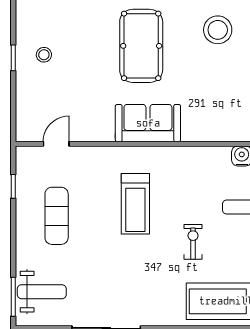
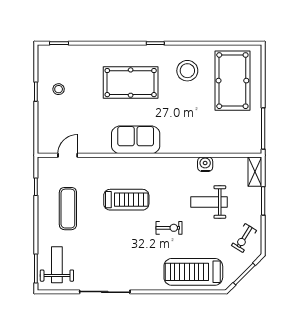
pool table: (141, 46) -> (131, 83), turned 90
treadmill: (135, 204) -> (126, 200), turned -90
exercise bike: (193, 242) -> (169, 228), turned 90
weight bench: (42, 292) -> (57, 265), turned -90

